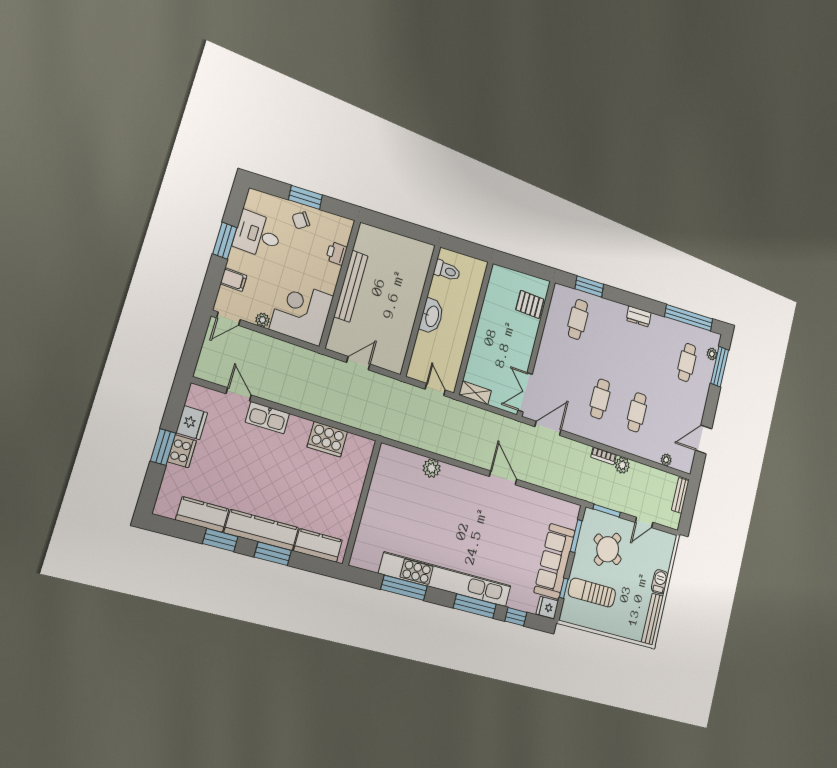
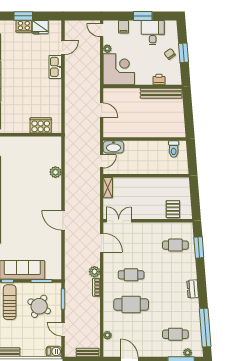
bench: (351, 286) -> (161, 93), moved
washbasin: (432, 316) -> (113, 147), moved
cafe table: (637, 412) -> (131, 305), width x1.37, depth x1.35
cooker: (327, 439) -> (41, 125), moved, turned 90
plant: (622, 465) -> (94, 272), moved
door: (503, 478) -> (63, 220), swing flipped
barbecue: (660, 582) -> (54, 351), moved

